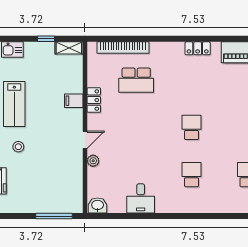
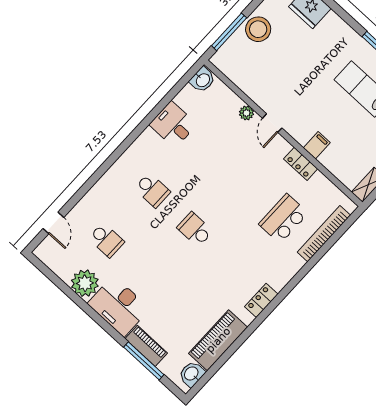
school desk: (192, 127) -> (195, 229), turned 180
stool: (18, 147) -> (258, 29), moved, width x1.89, depth x1.89

